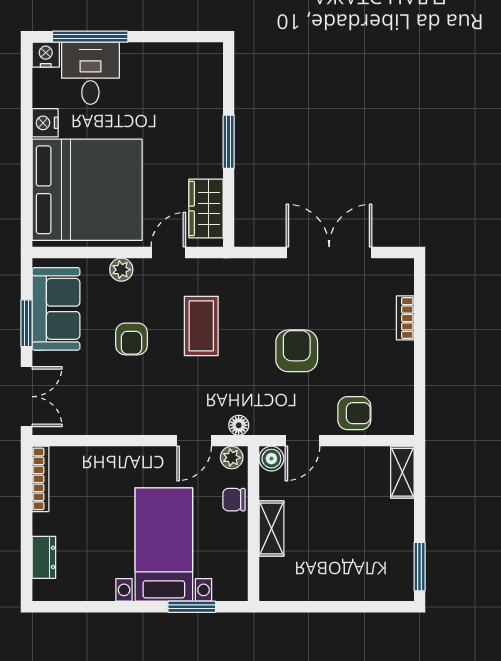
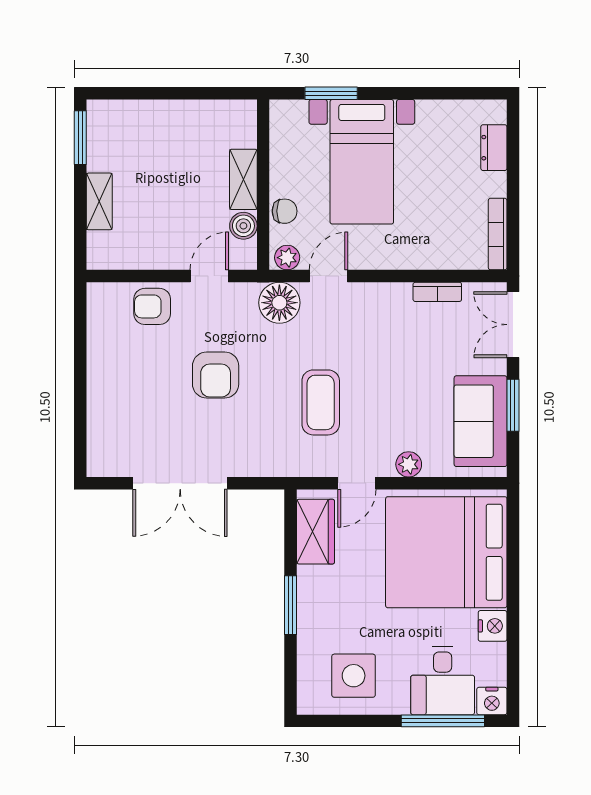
side table: (171, 78) -> (354, 676), added
bookcase: (405, 318) -> (437, 292), moved, turned 90
armchair: (132, 339) -> (397, 388), removed
floor lamp: (239, 425) -> (279, 303), width x1.89, depth x1.89
boiler: (271, 459) -> (243, 226), moved
shelving: (402, 472) -> (99, 201), moved

